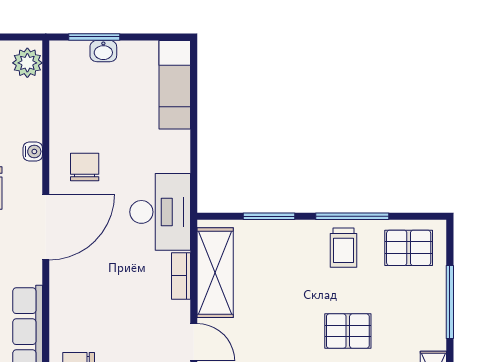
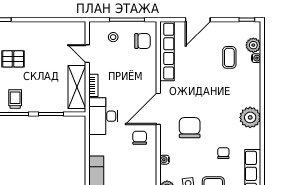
water cooler: (33, 152) -> (165, 160), moved
chair: (85, 167) -> (140, 138), turned 180

